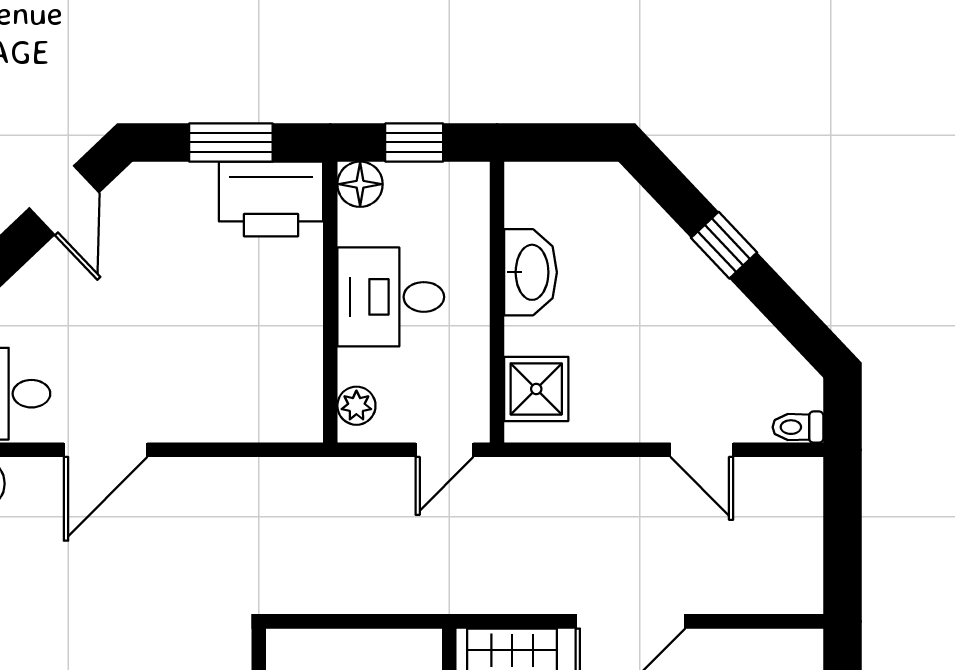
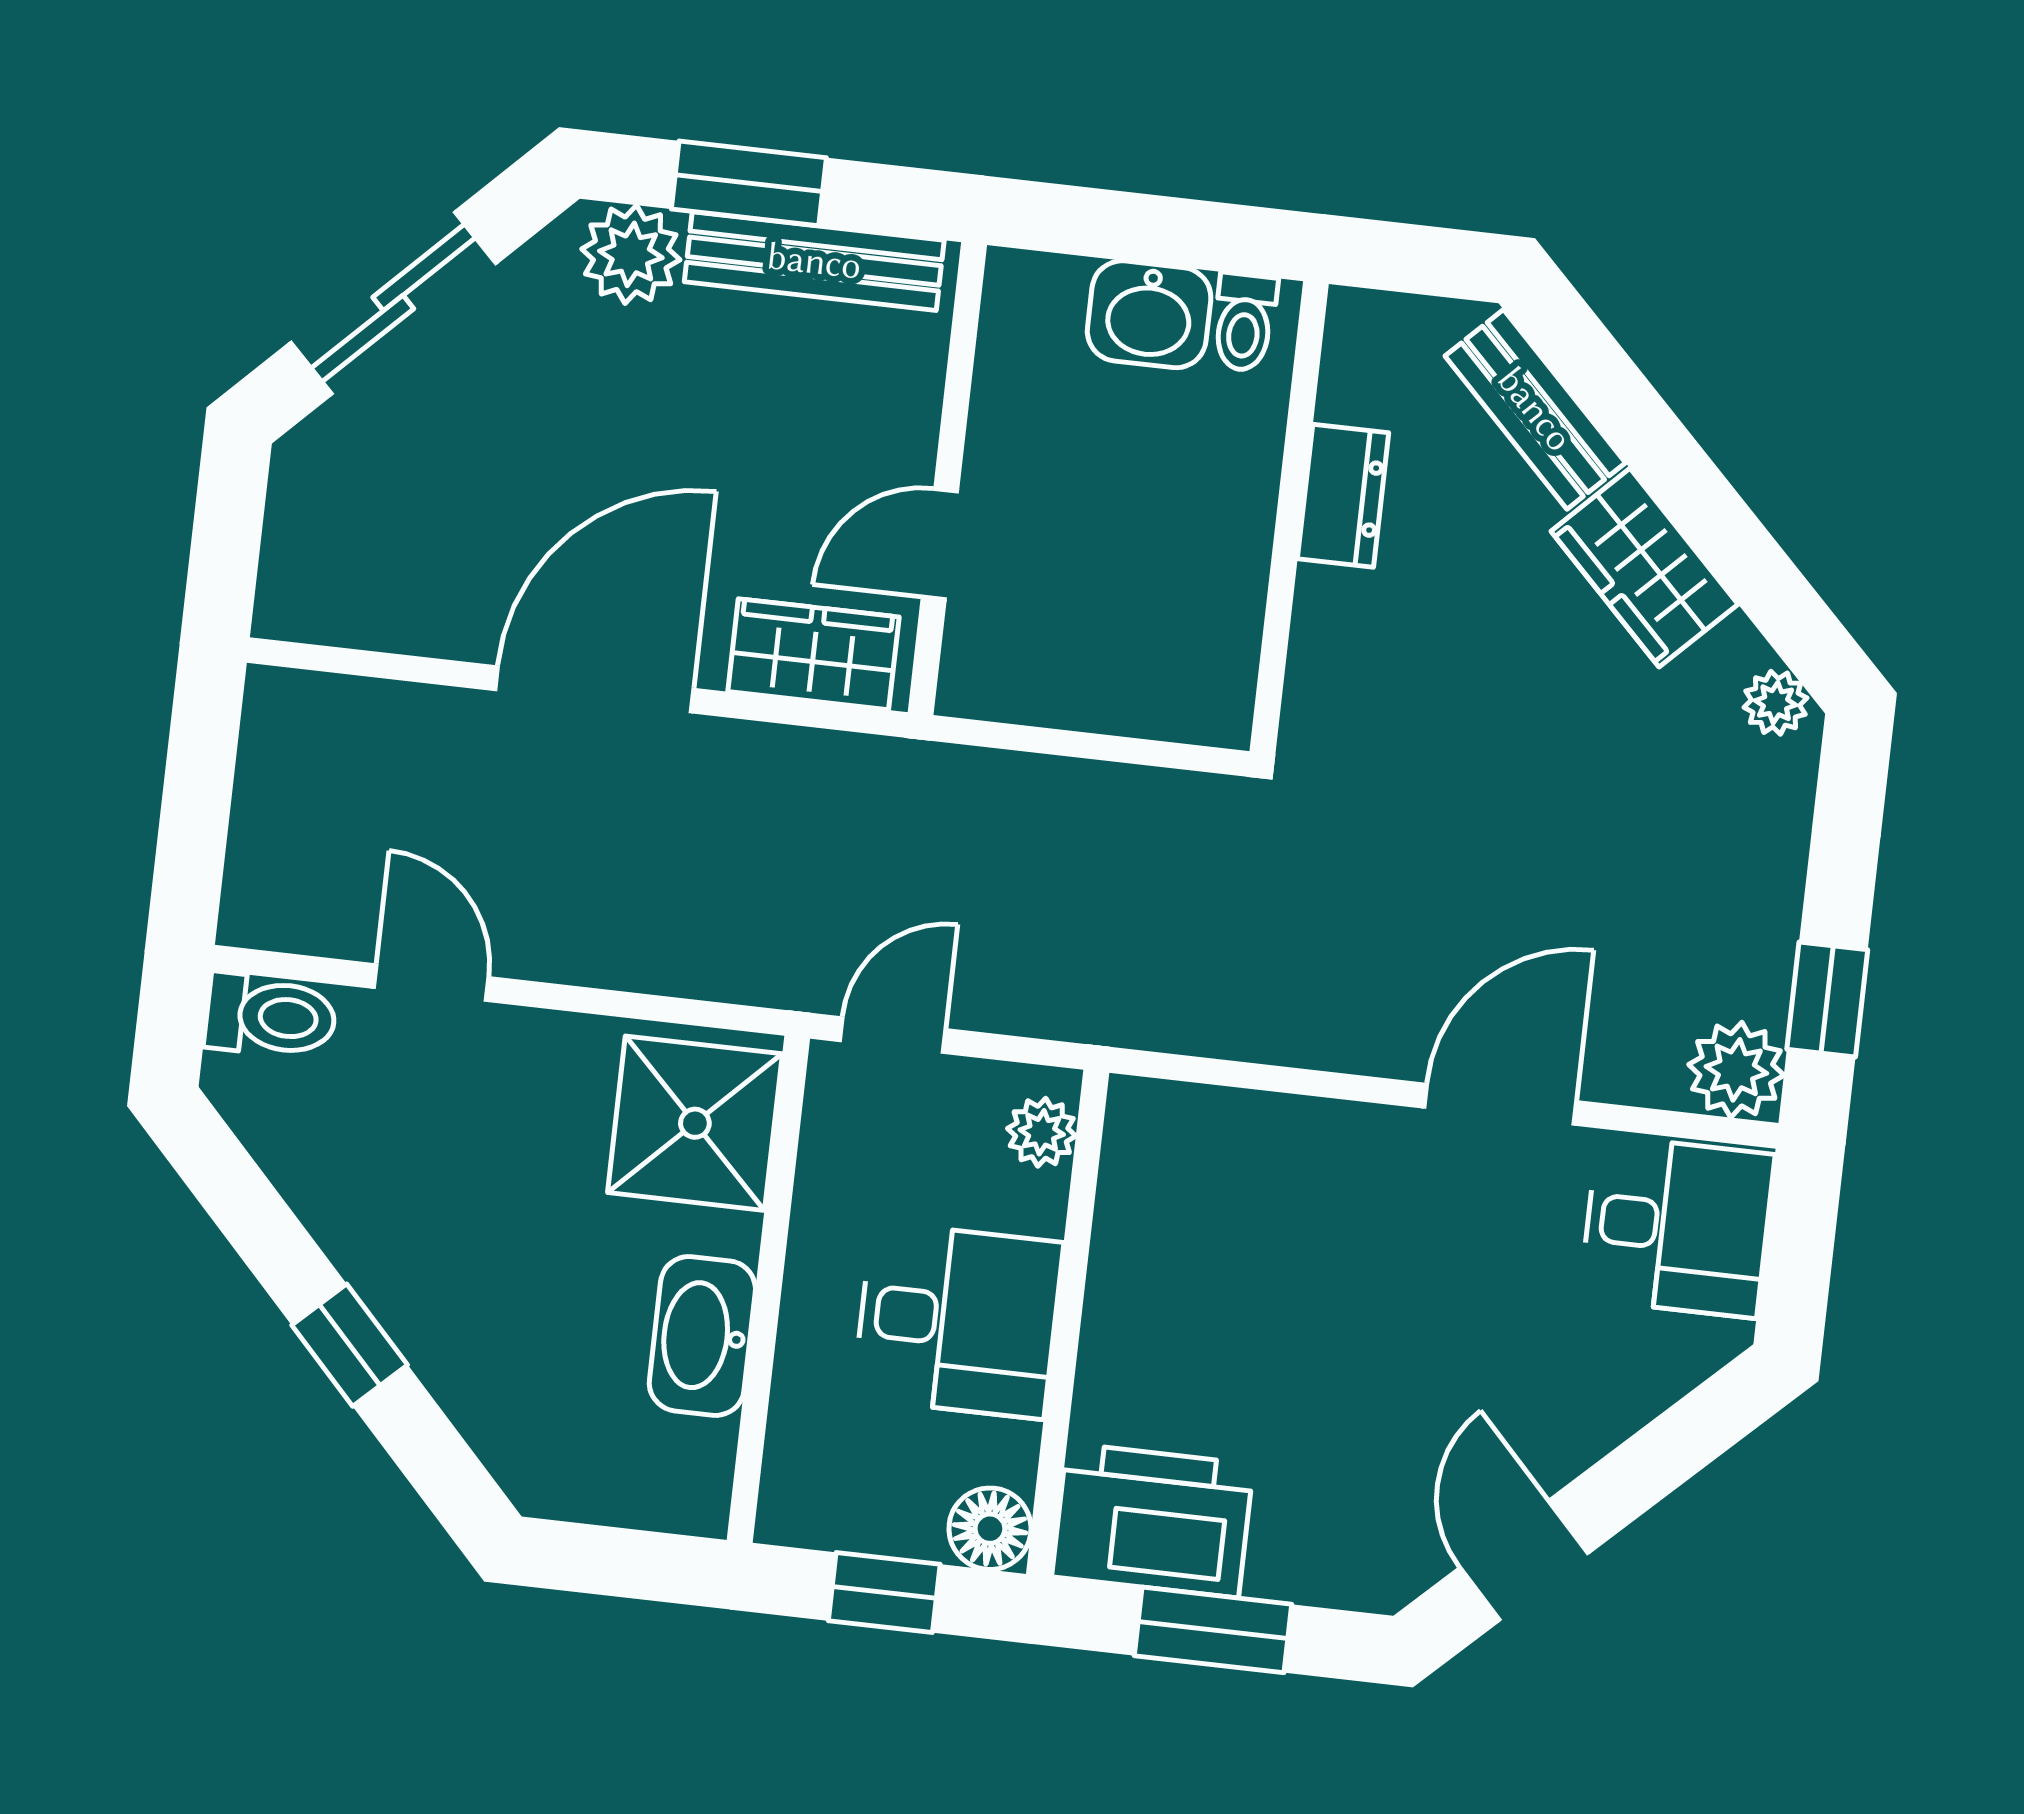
shower: (536, 389) -> (695, 1123), width x1.36, depth x1.36
toilet: (798, 427) -> (271, 1016), width x1.37, depth x1.39

